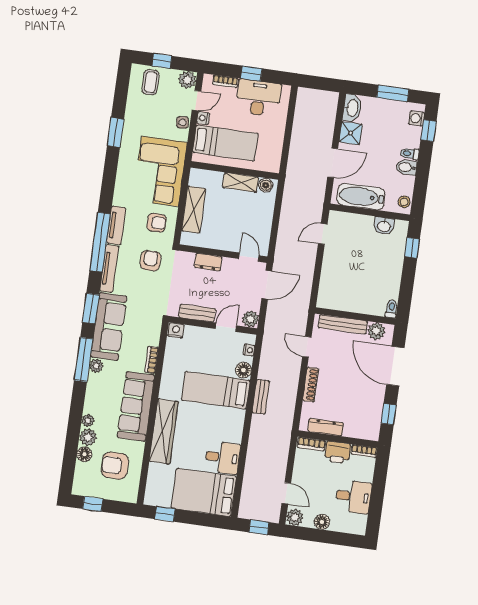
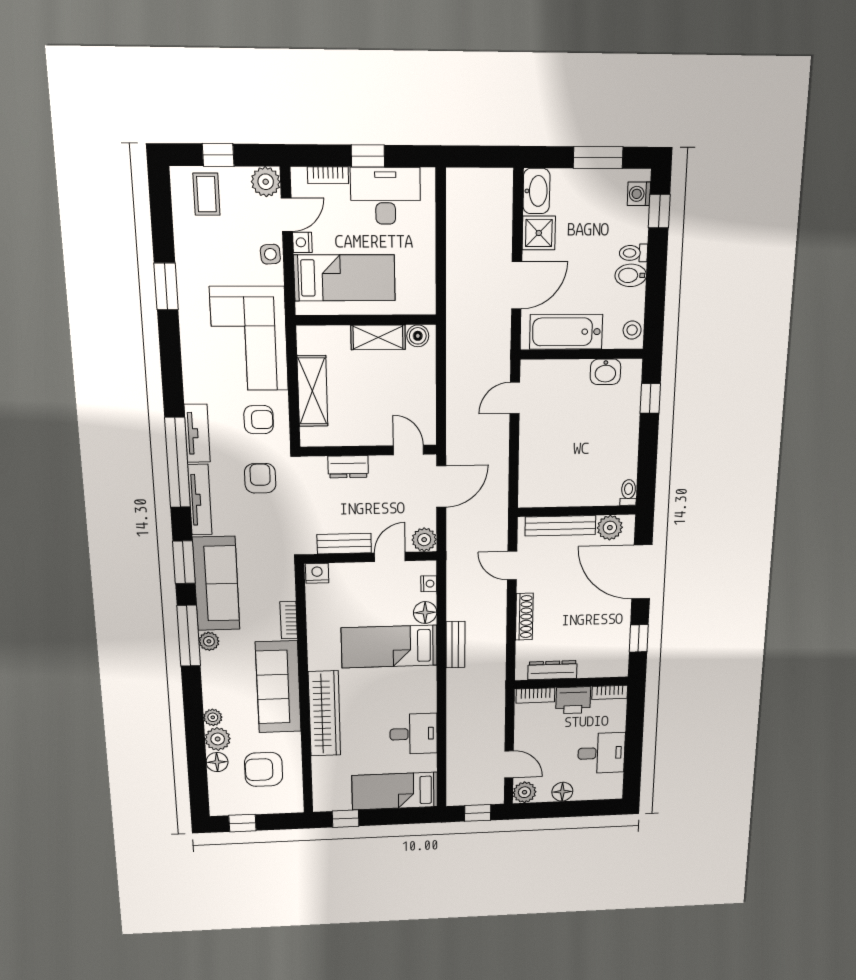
bed: (204, 492) -> (395, 791), width x0.67

